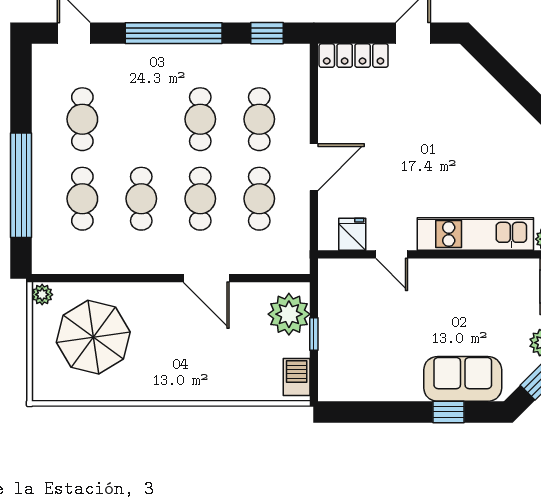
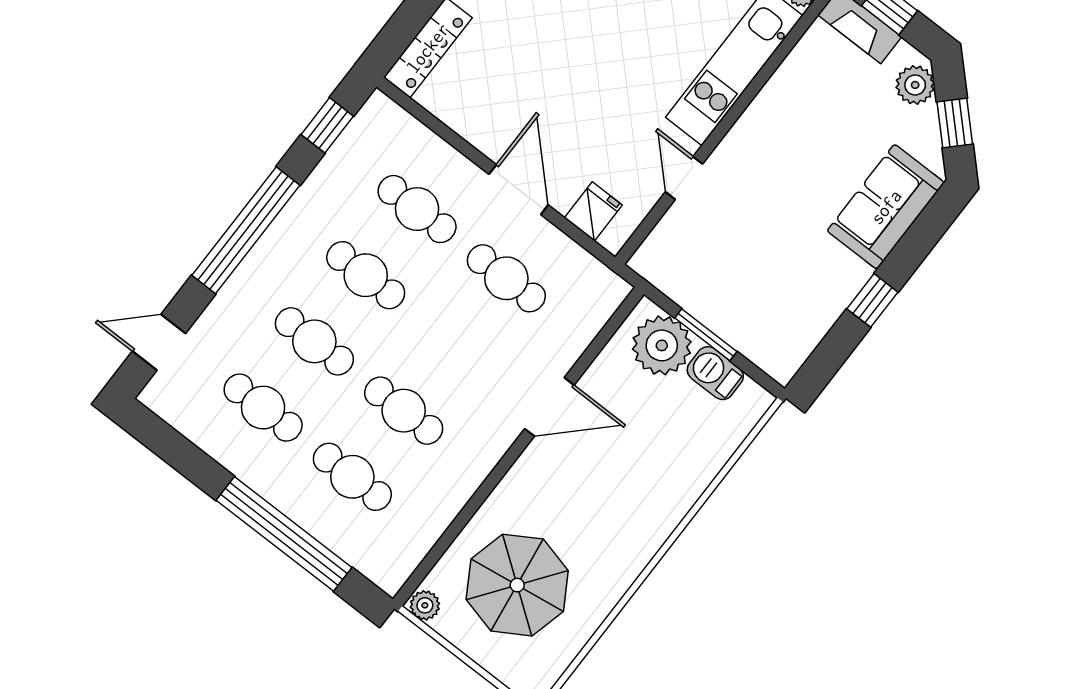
cafe table: (200, 199) -> (314, 341), moved
fridge: (352, 234) -> (593, 212), moved, turned 90
door: (392, 254) -> (684, 178), swing flipped
window: (314, 334) -> (706, 335), width x1.50
barbecue: (297, 377) -> (715, 373), moved
window: (448, 412) -> (872, 300), moved

